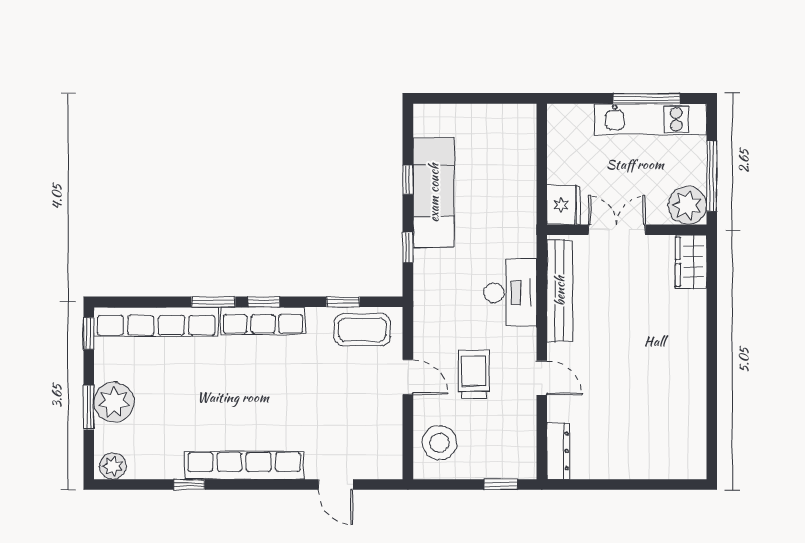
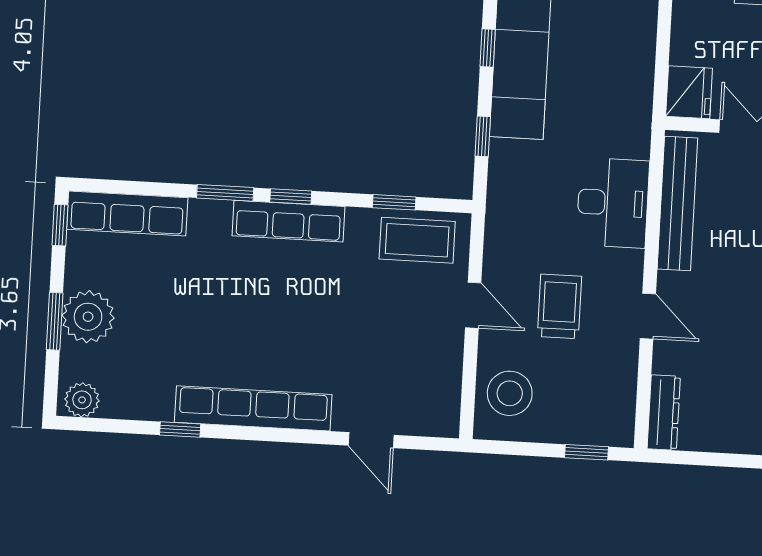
row of seats: (156, 322) -> (127, 213), width x0.73

